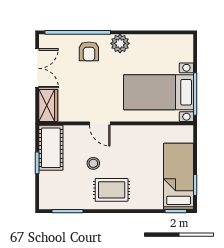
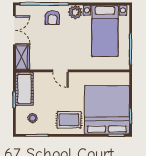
bed with nightstands: (159, 92) -> (105, 31), moved, turned -90
stool: (93, 163) -> (33, 118), moved
bed: (179, 176) -> (107, 110), width x2.04

